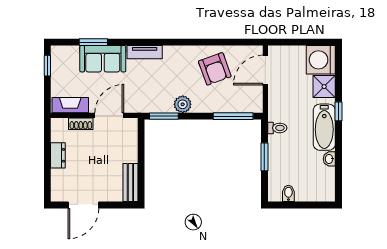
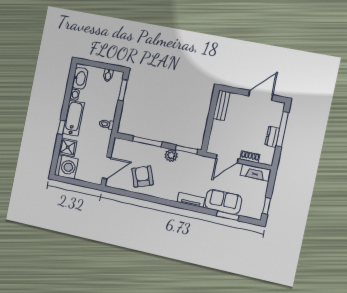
window: (233, 116) -> (147, 142), moved
window: (264, 157) -> (123, 90), moved
window: (47, 167) -> (282, 129), added
washbasin: (326, 182) -> (80, 78), added

